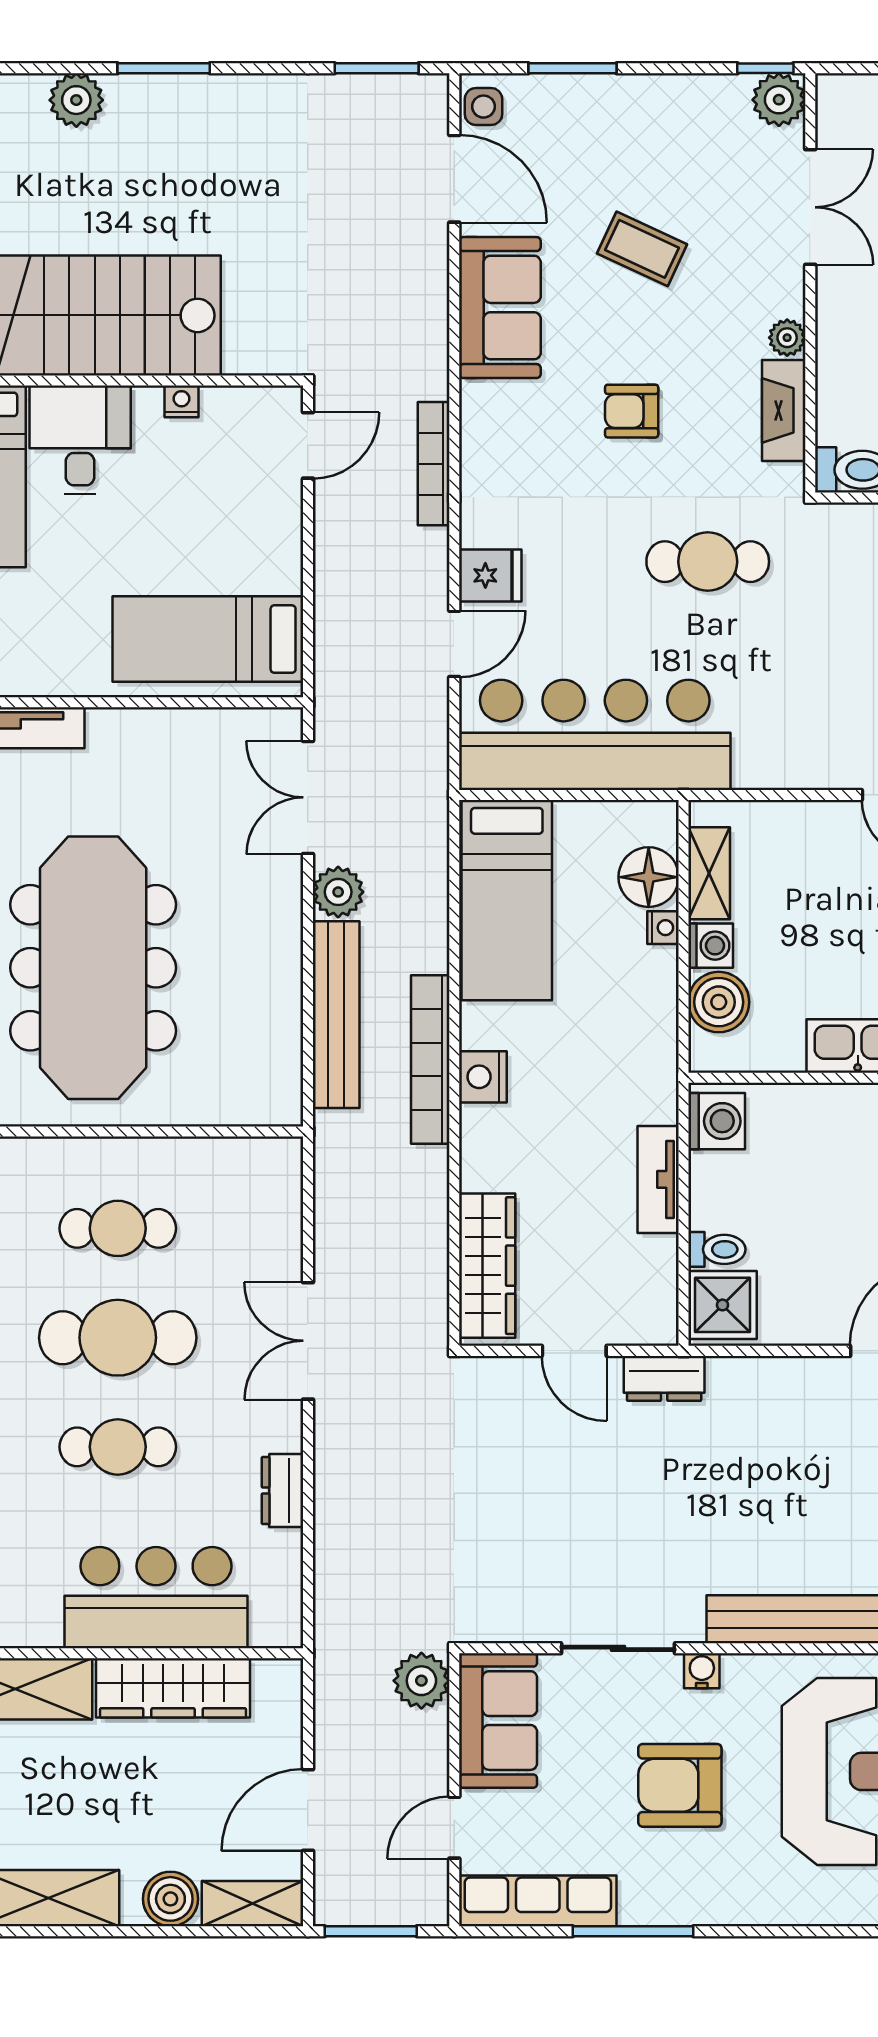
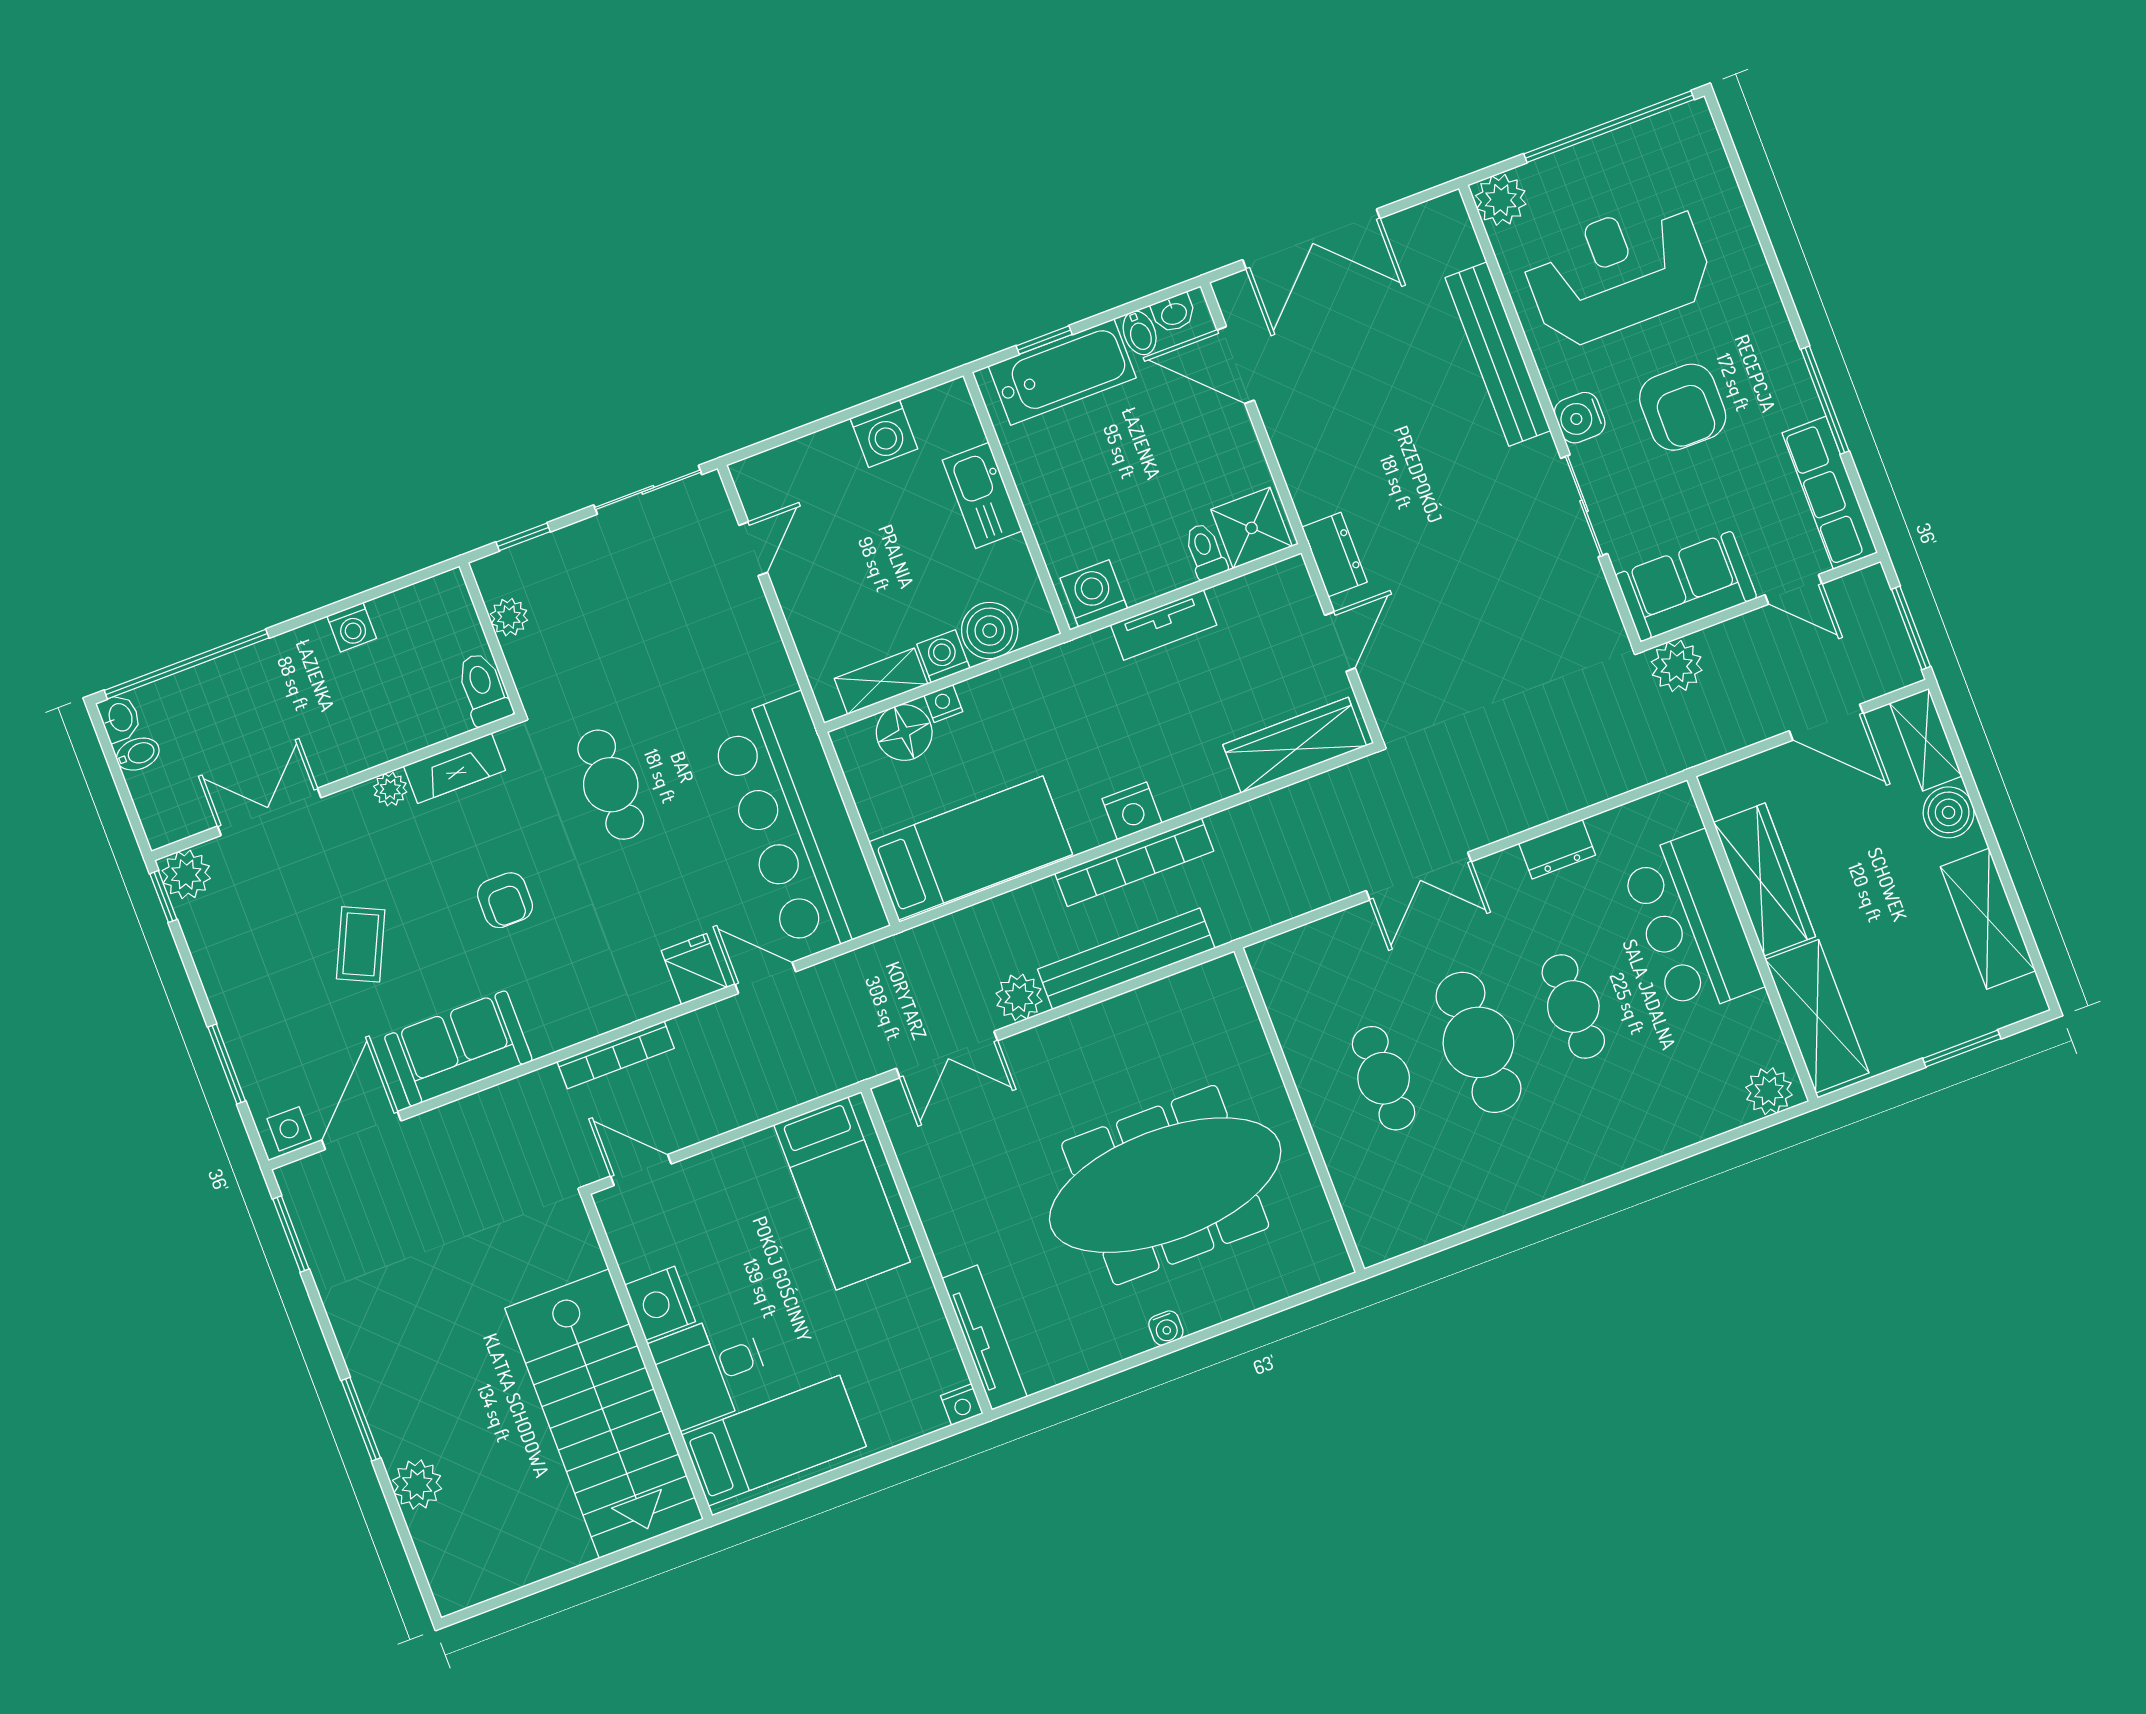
nightstand: (181, 401) -> (660, 1303), width x1.89, depth x1.79
water cooler: (702, 1671) -> (1580, 418), width x1.38, depth x1.38

